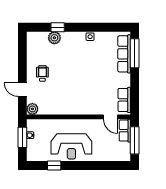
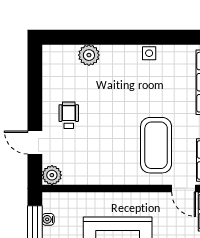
window: (58, 27) -> (94, 37), removed
coffee table: (94, 91) -> (156, 145), added

